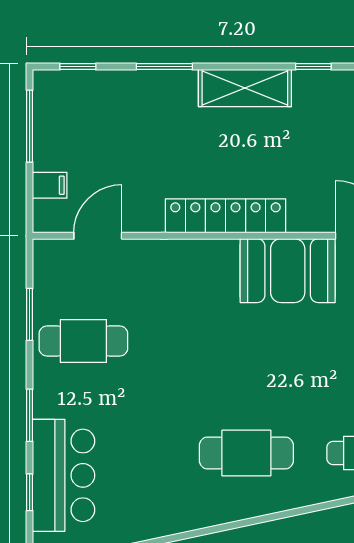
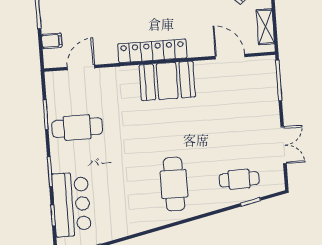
booth: (288, 271) -> (167, 81), moved
cafe table: (246, 453) -> (174, 184), turned 90

